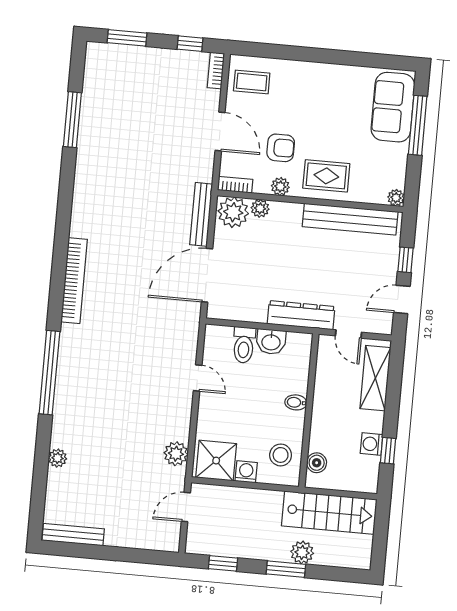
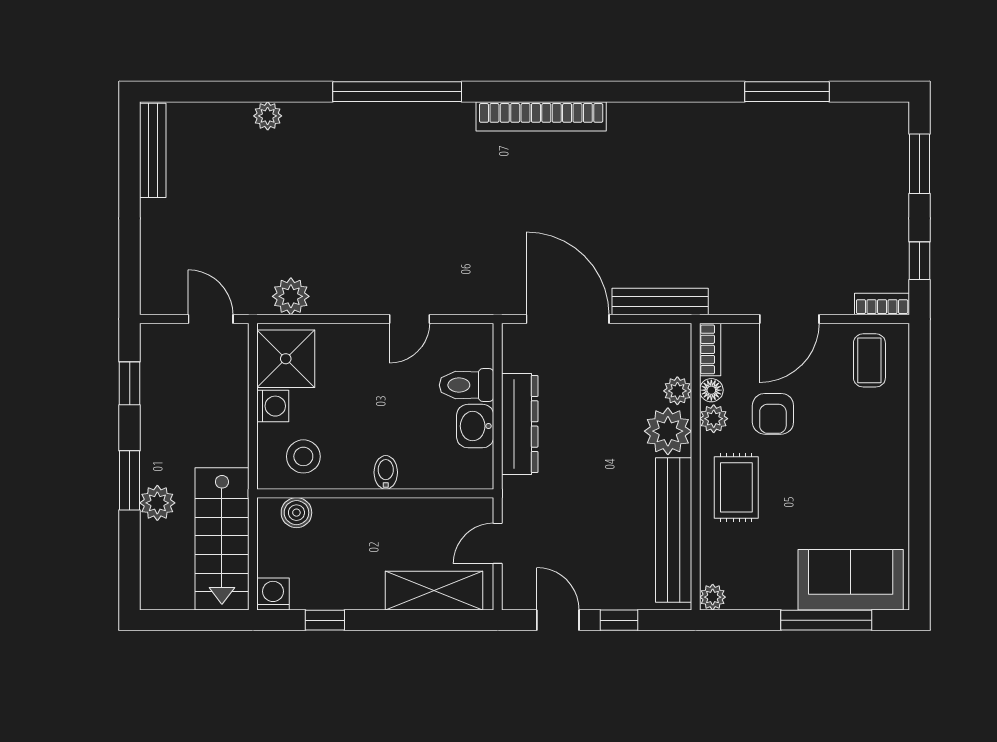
floor lamp: (262, 186) -> (711, 390), added
plant: (233, 212) -> (668, 431), moved
dresser: (301, 315) -> (520, 424), moved
washing machine: (372, 444) -> (273, 594), moved

